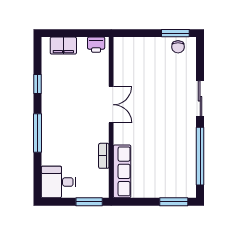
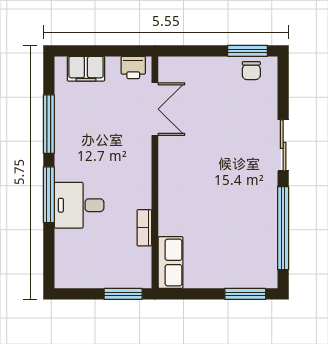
window: (38, 84) -> (49, 124), width x2.17
double door: (111, 105) -> (155, 109), moved
row of seats: (122, 171) -> (171, 263), width x0.68
desk: (59, 182) -> (79, 205), moved

